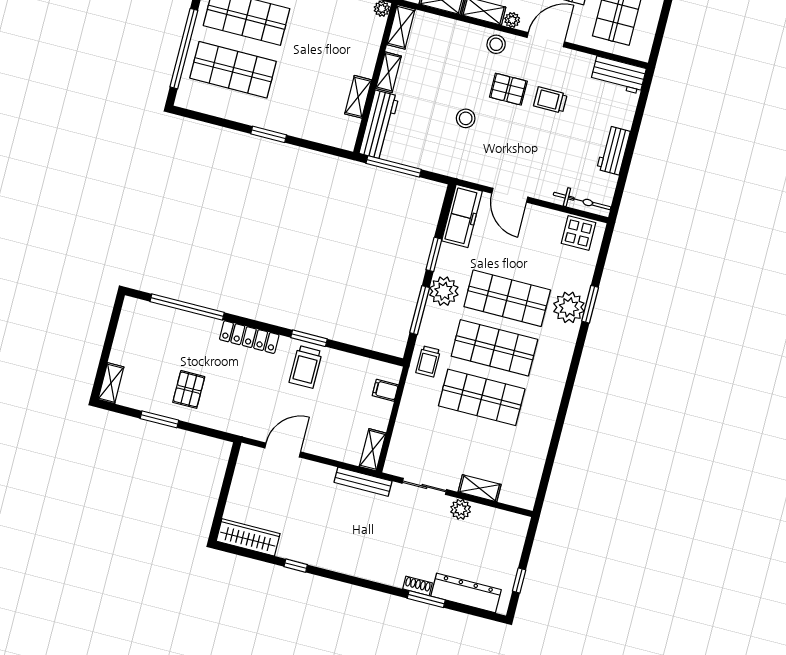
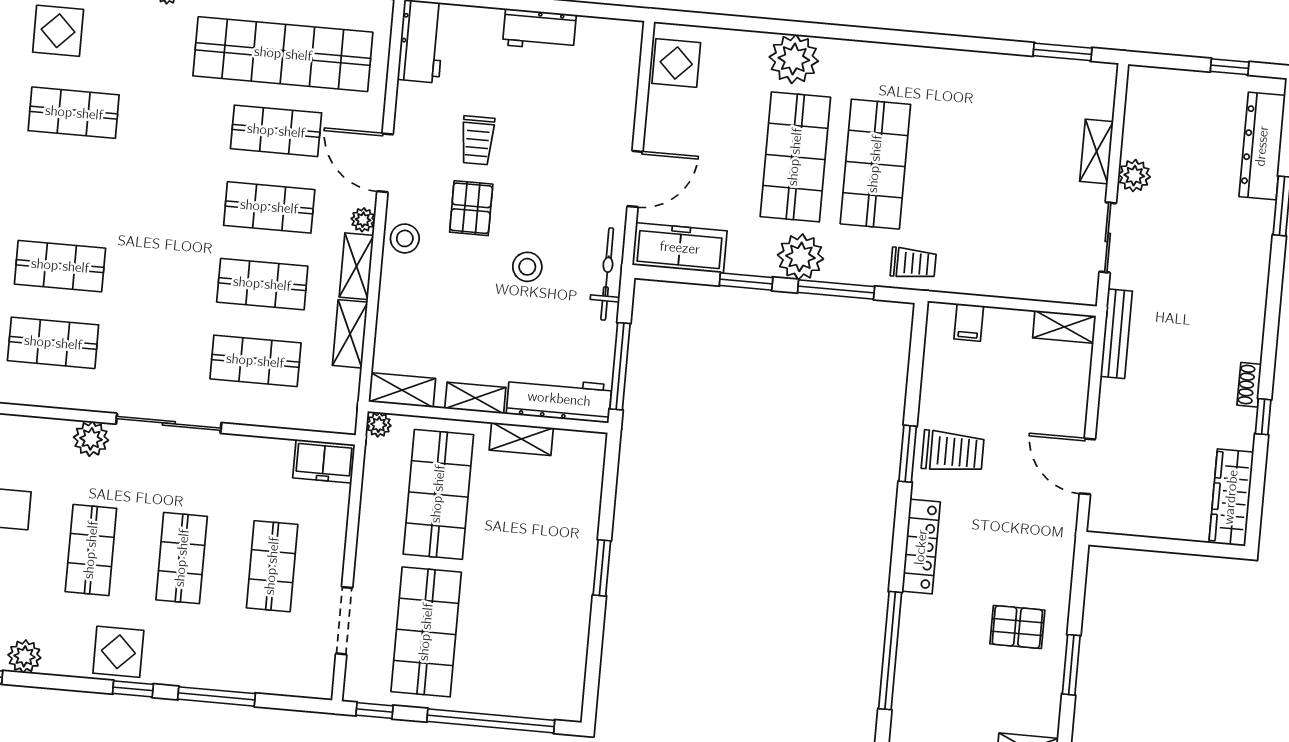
shop shelf: (233, 70) -> (438, 494), moved
bicycle: (582, 201) -> (607, 274), moved
window: (590, 304) -> (1062, 52), moved
shop shelf: (482, 397) -> (955, 171), removed
shoe rack: (418, 586) -> (1249, 385), moved

